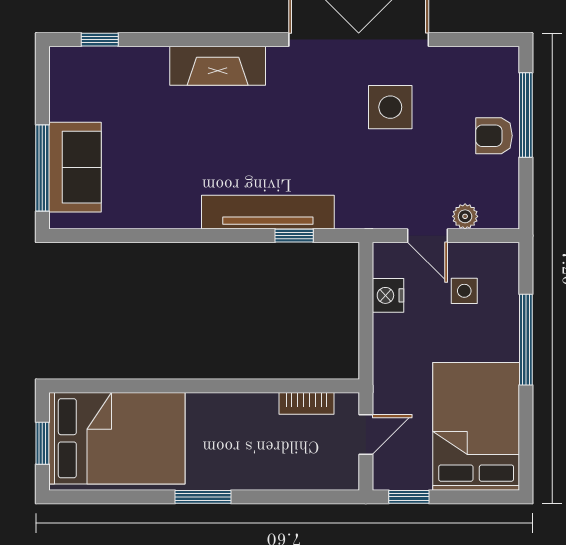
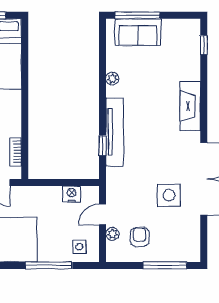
armchair: (494, 136) -> (140, 237), moved
plant: (165, 216) -> (112, 79), added
side table: (464, 291) -> (79, 247), moved

